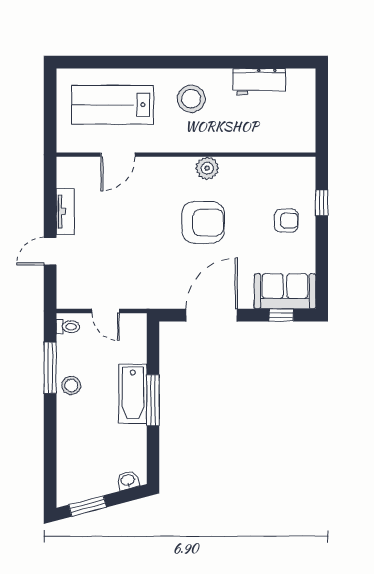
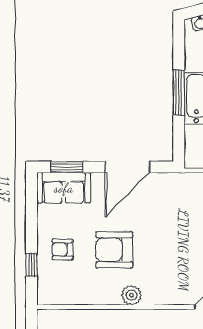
armchair: (203, 222) -> (114, 250), moved
window: (281, 315) -> (67, 167), width x1.50

